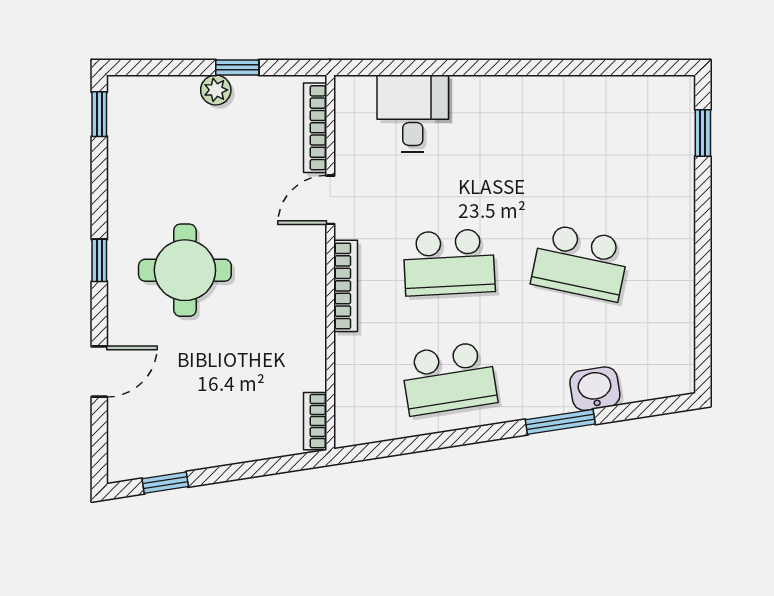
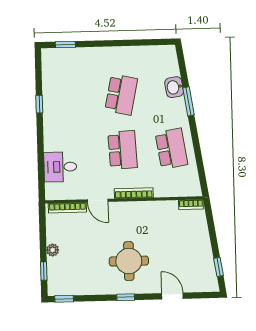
window: (237, 67) -> (44, 271), moved
window: (563, 67) -> (39, 104), added

